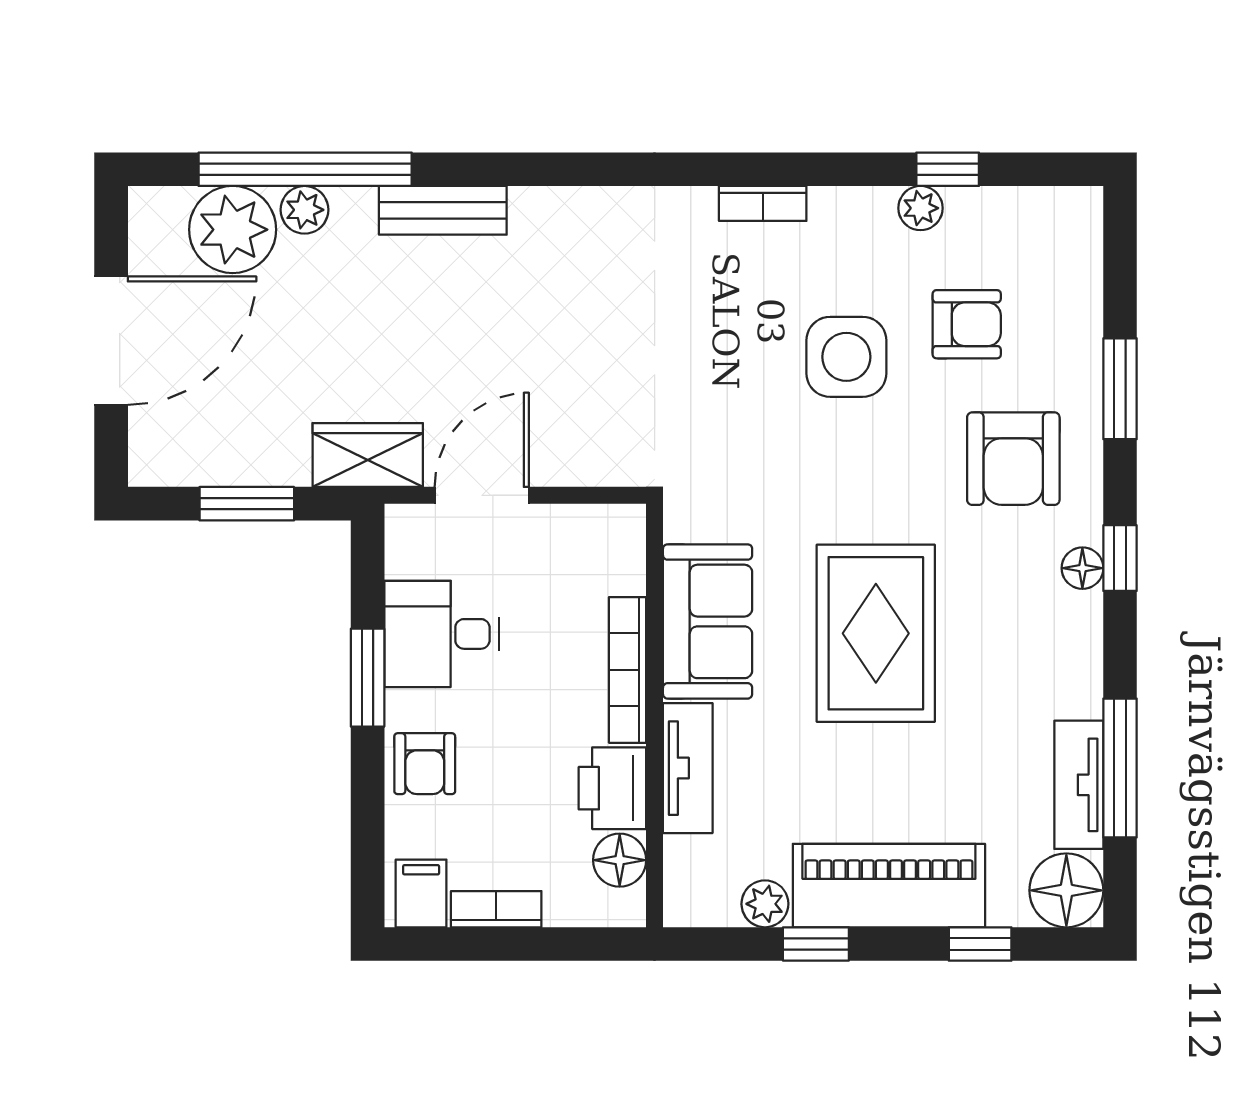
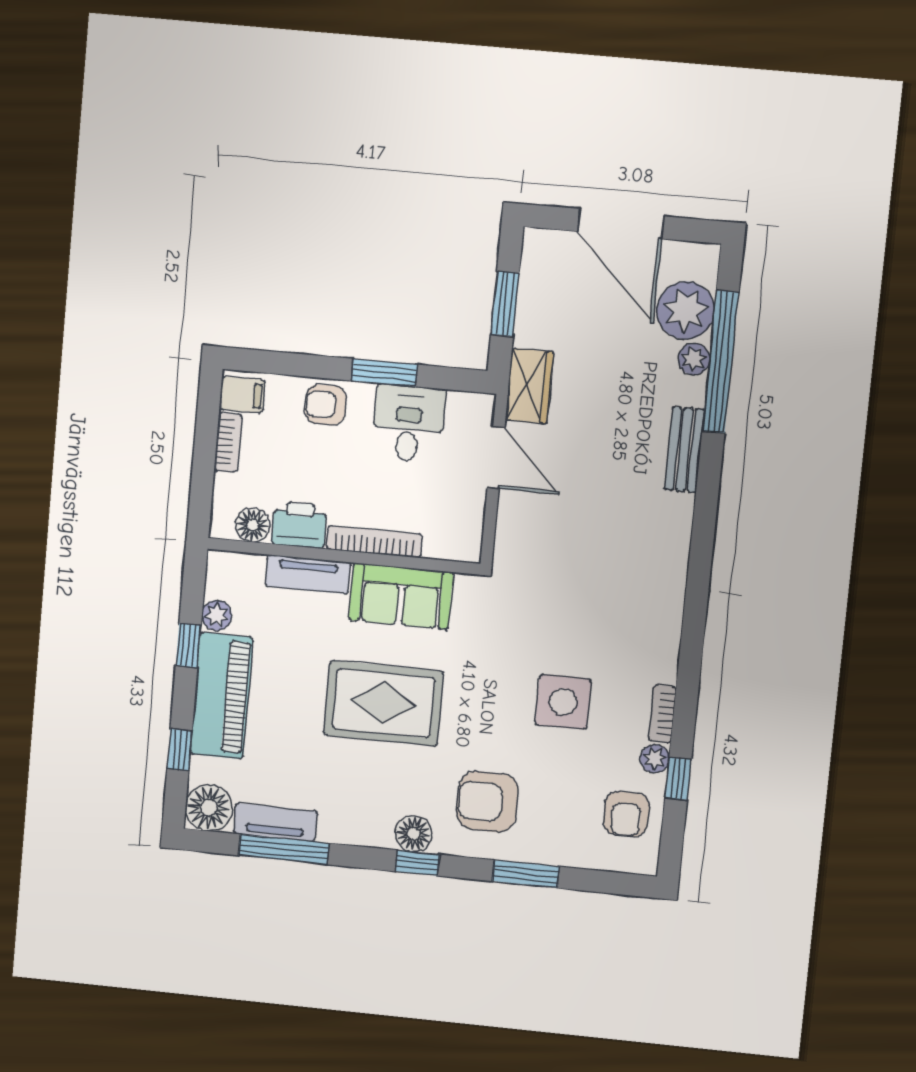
bookcase: (763, 203) -> (662, 714), moved
armchair: (967, 324) -> (626, 814), moved
floor lamp: (1082, 568) -> (414, 834), width x1.37, depth x1.37

